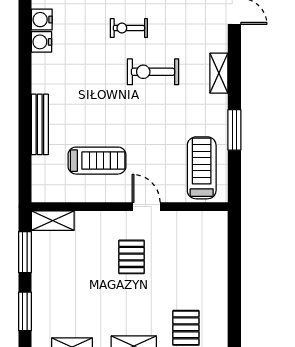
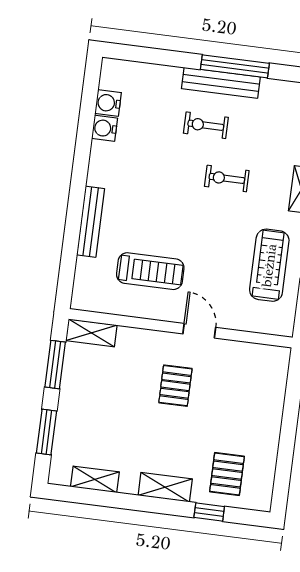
exercise bike: (153, 72) -> (227, 178), width x0.73, depth x0.72
treadmill: (202, 168) -> (269, 265), moved

